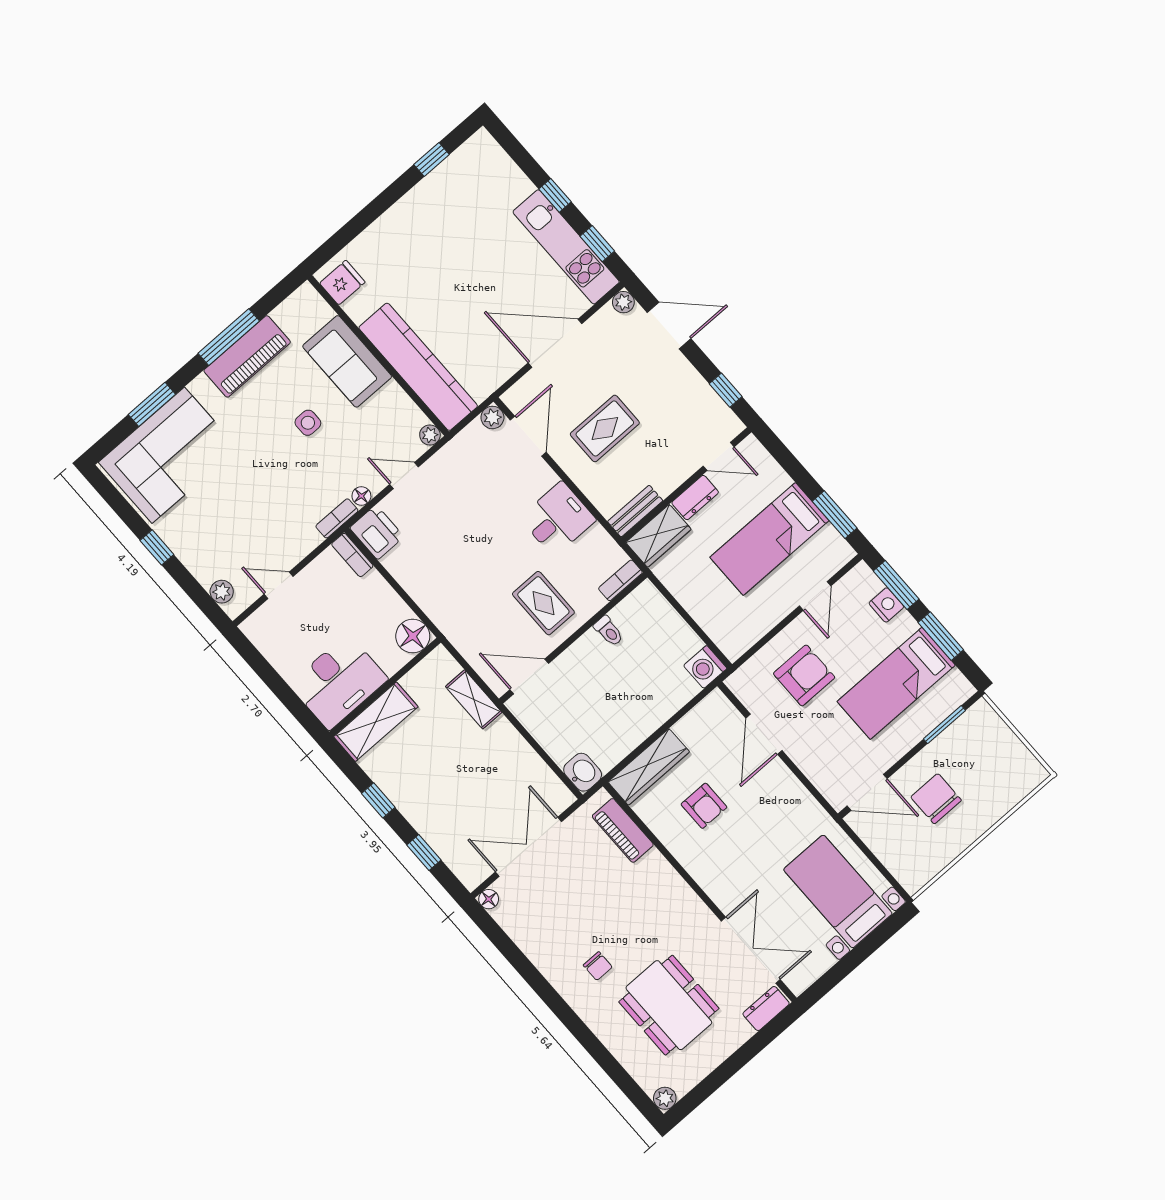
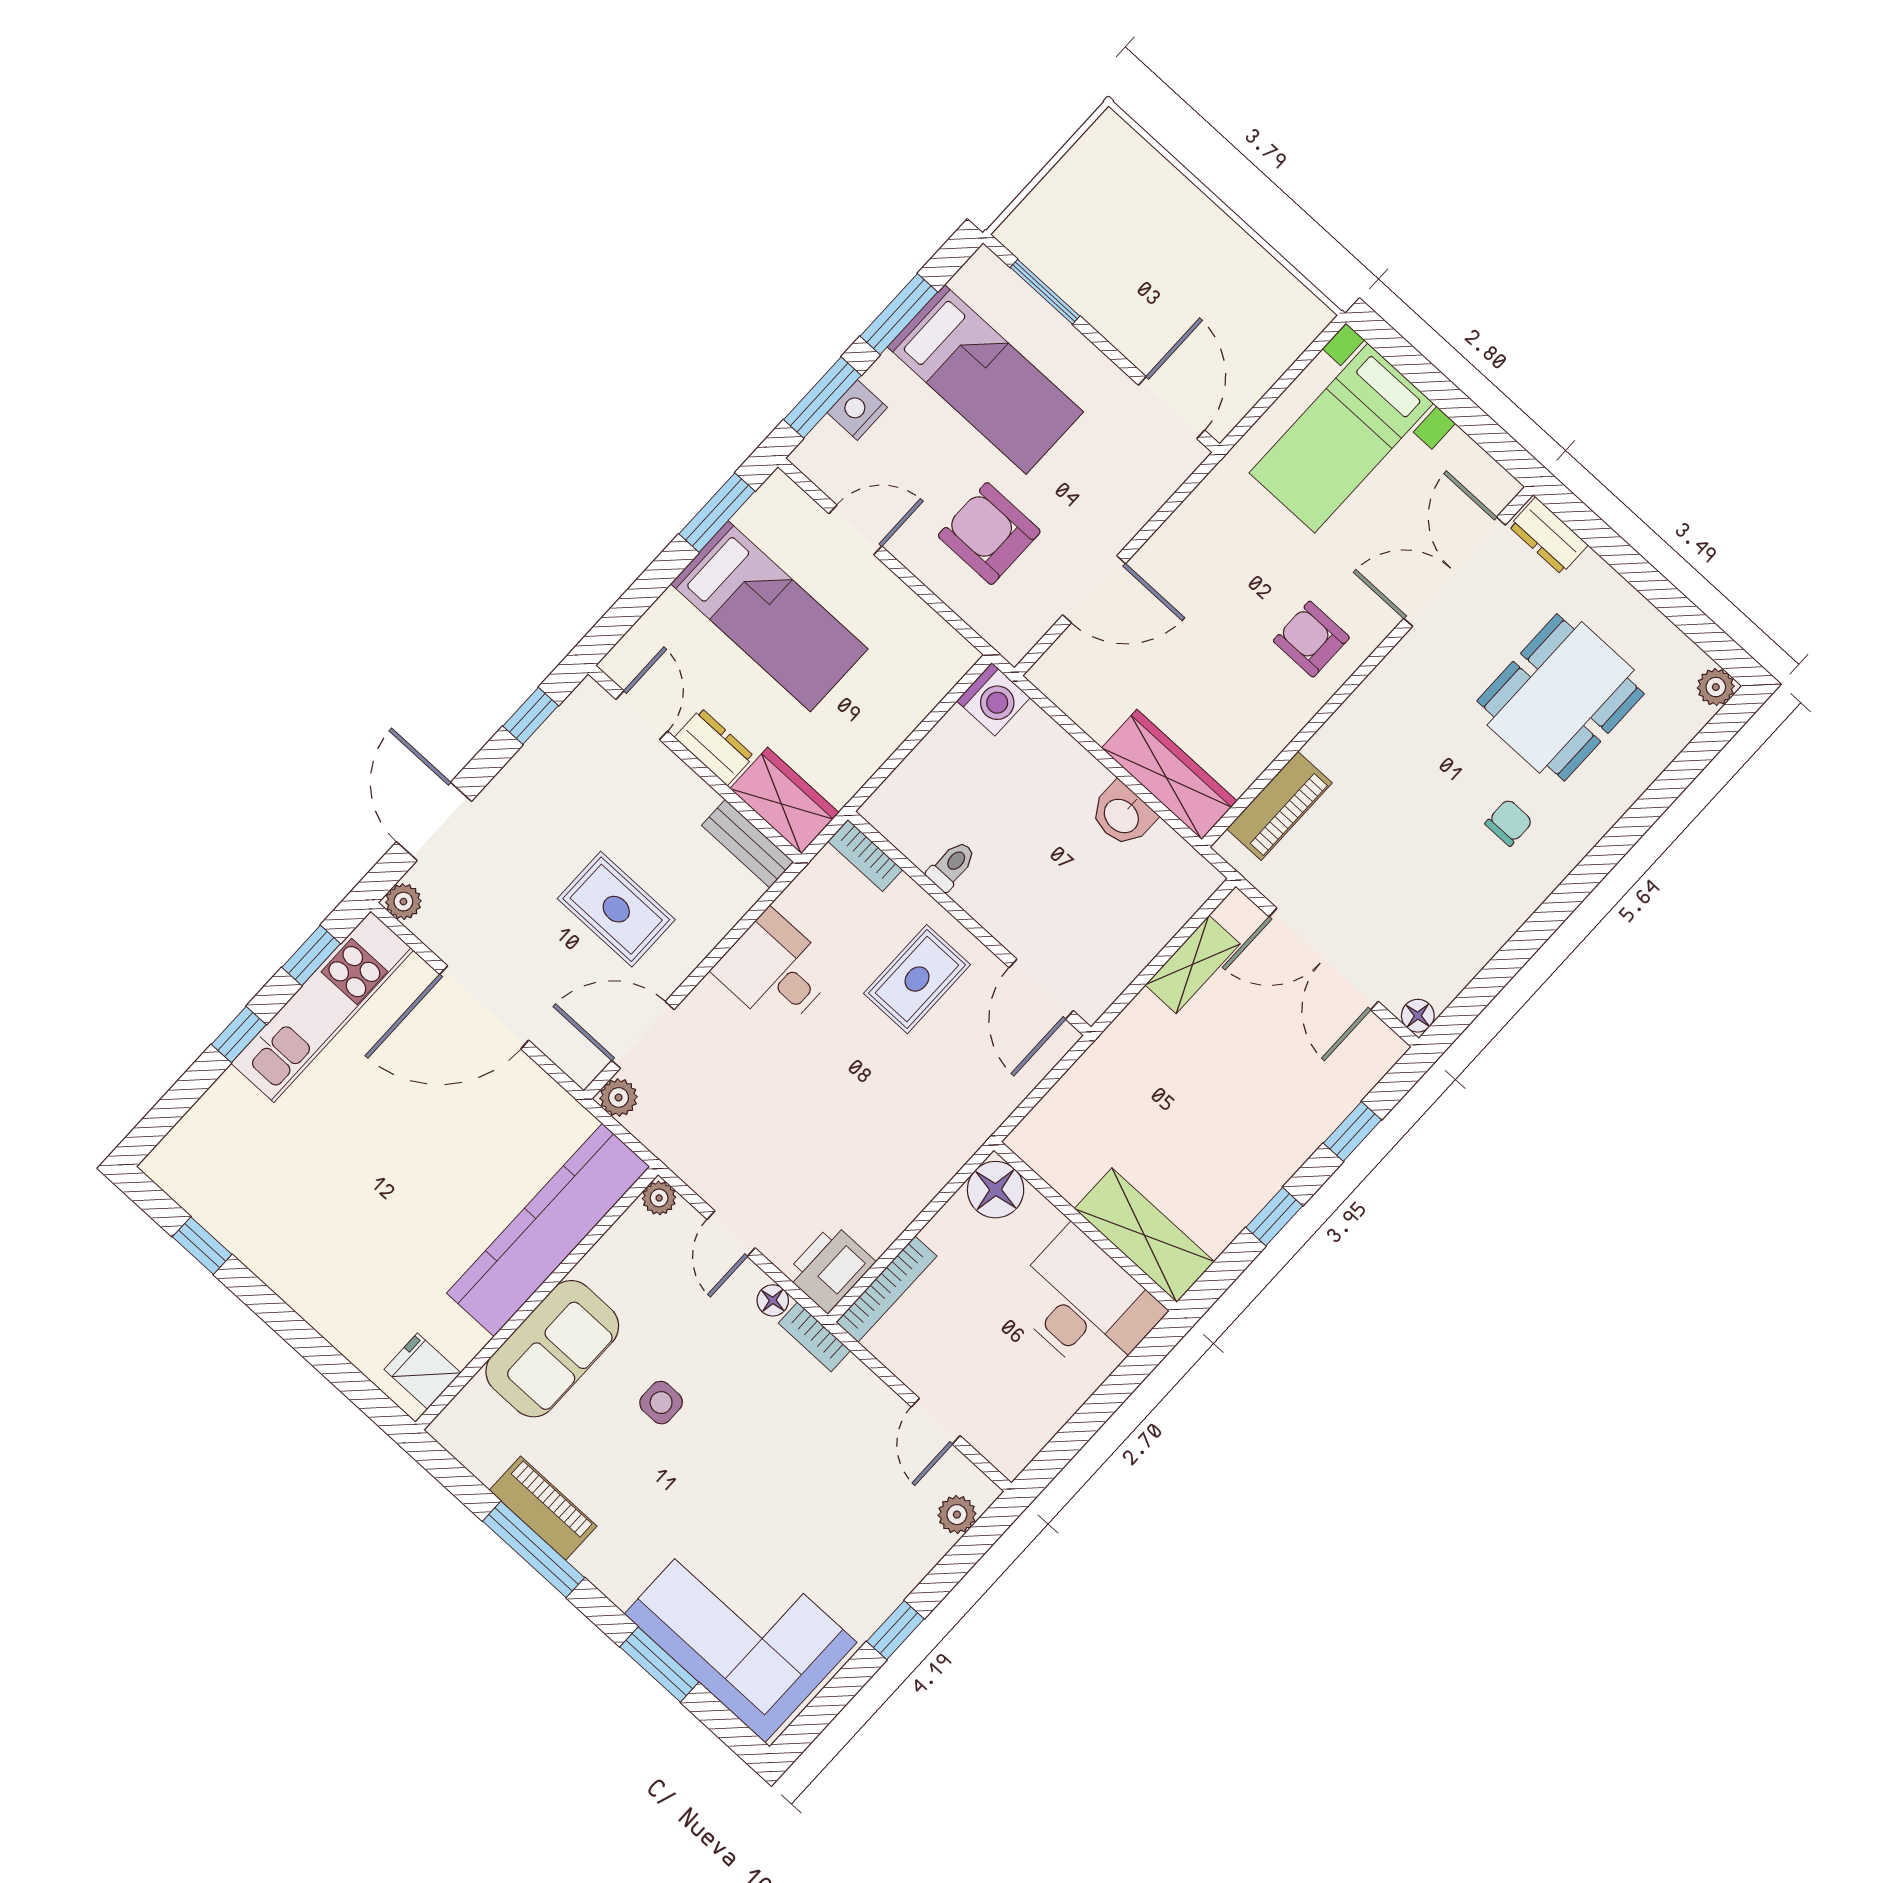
door: (555, 343) -> (484, 1007), hinge flipped
piano: (247, 356) -> (543, 1508), width x0.73, depth x0.75
bookcase: (352, 555) -> (886, 1289), width x1.56
shelving: (474, 699) -> (1193, 964), moved
washbasin: (583, 772) -> (1122, 815), moved, turned -90
chair: (936, 799) -> (1169, 292), removed
armchair: (704, 806) -> (1311, 639), moved, turned -90

